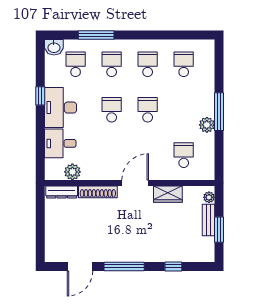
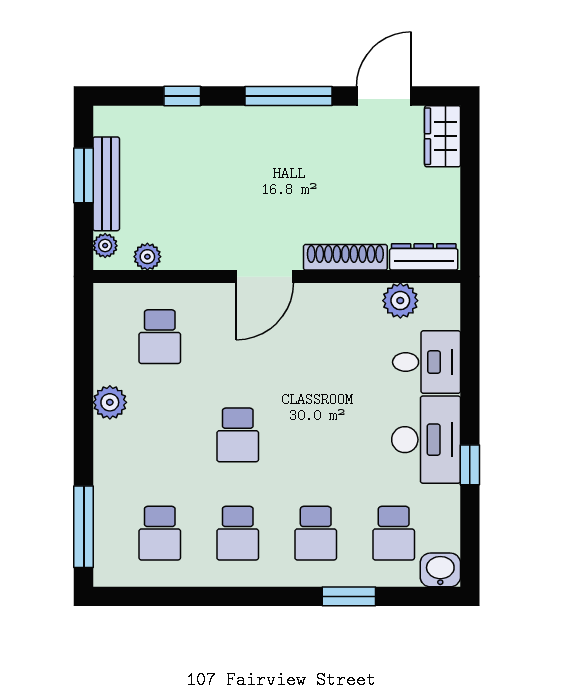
window: (96, 35) -> (349, 596), width x0.69
school desk: (112, 110) -> (316, 435), removed
window: (219, 112) -> (84, 527), moved
plant: (189, 192) -> (147, 257), added
wardrobe: (168, 194) -> (443, 136), moved, turned -90
bench: (208, 220) -> (106, 184), width x1.36

